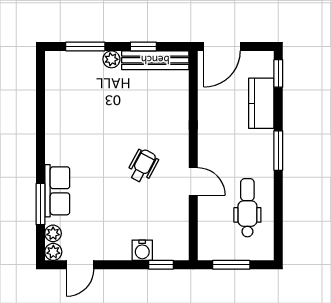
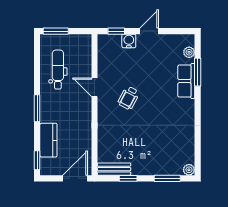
plant: (111, 59) -> (189, 170), moved
bench: (155, 60) -> (114, 169), width x0.73
dental chair: (247, 208) -> (58, 70), turned 180
plant: (53, 252) -> (189, 40), removed
door: (80, 265) -> (149, 31), moved
window: (231, 265) -> (56, 31), moved

